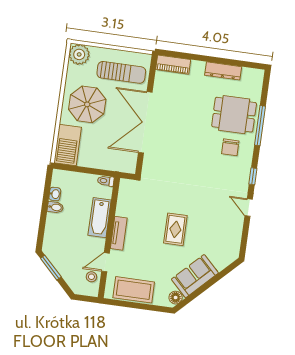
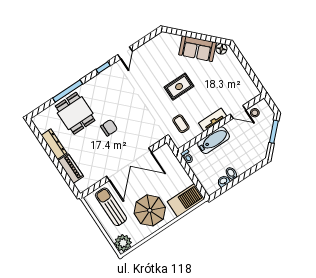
piano: (173, 65) -> (71, 169), moved
chair: (230, 147) -> (109, 128), moved
window: (51, 268) -> (274, 132), moved
coffee table: (134, 290) -> (181, 124), moved, width x0.54, depth x0.58

